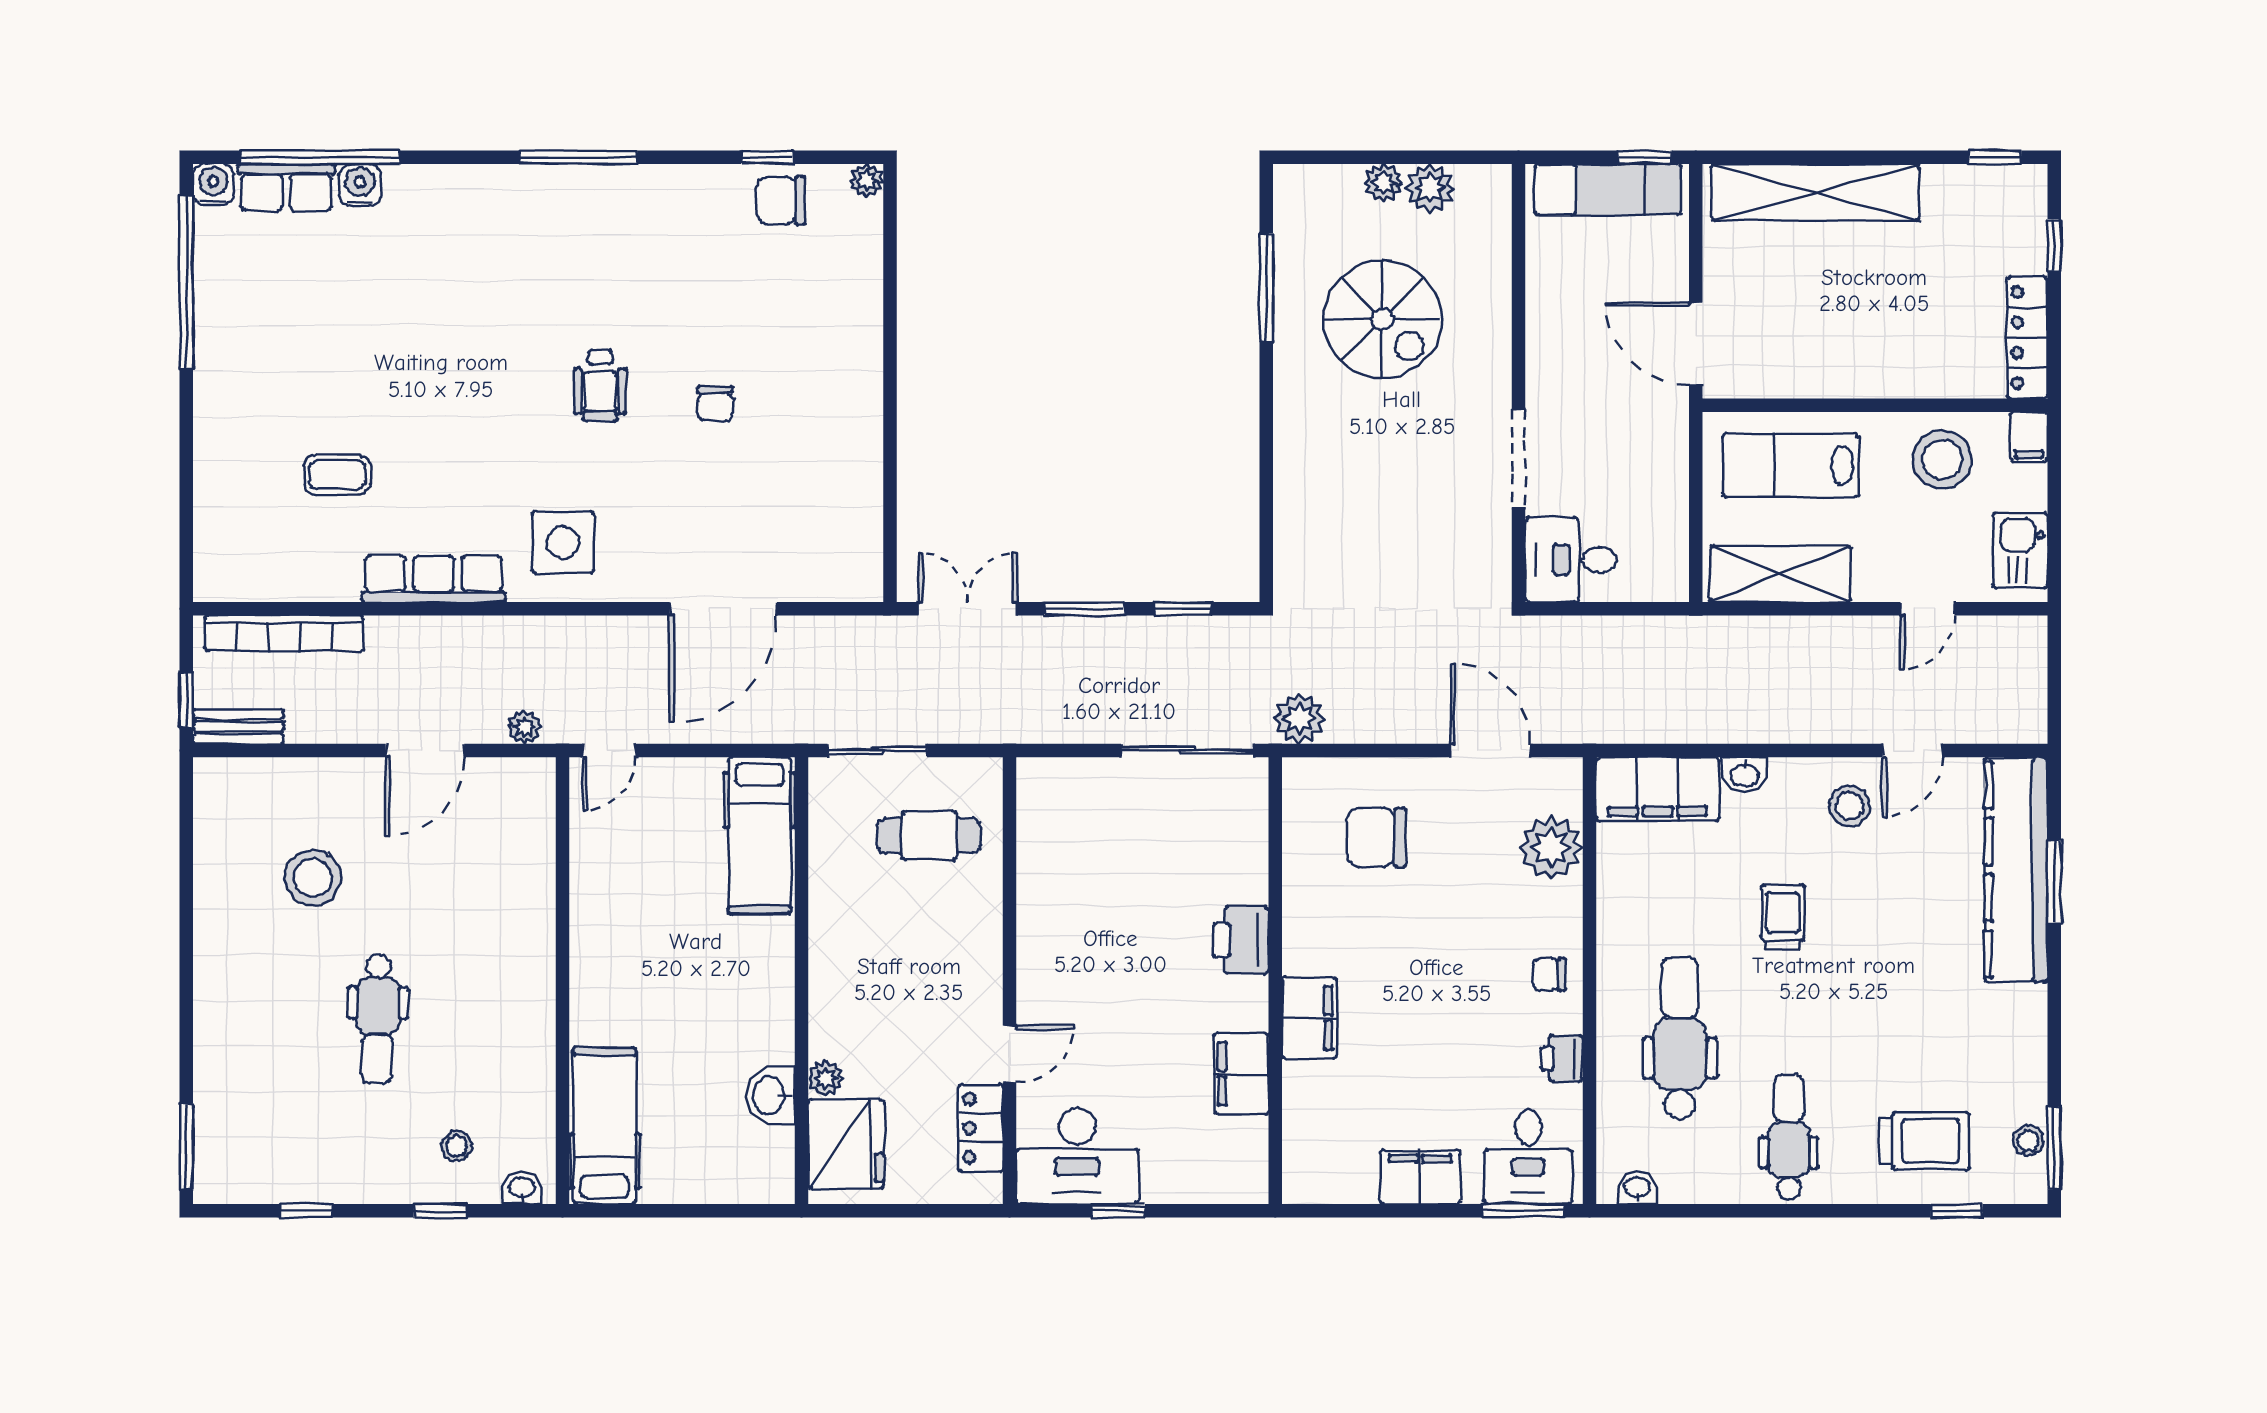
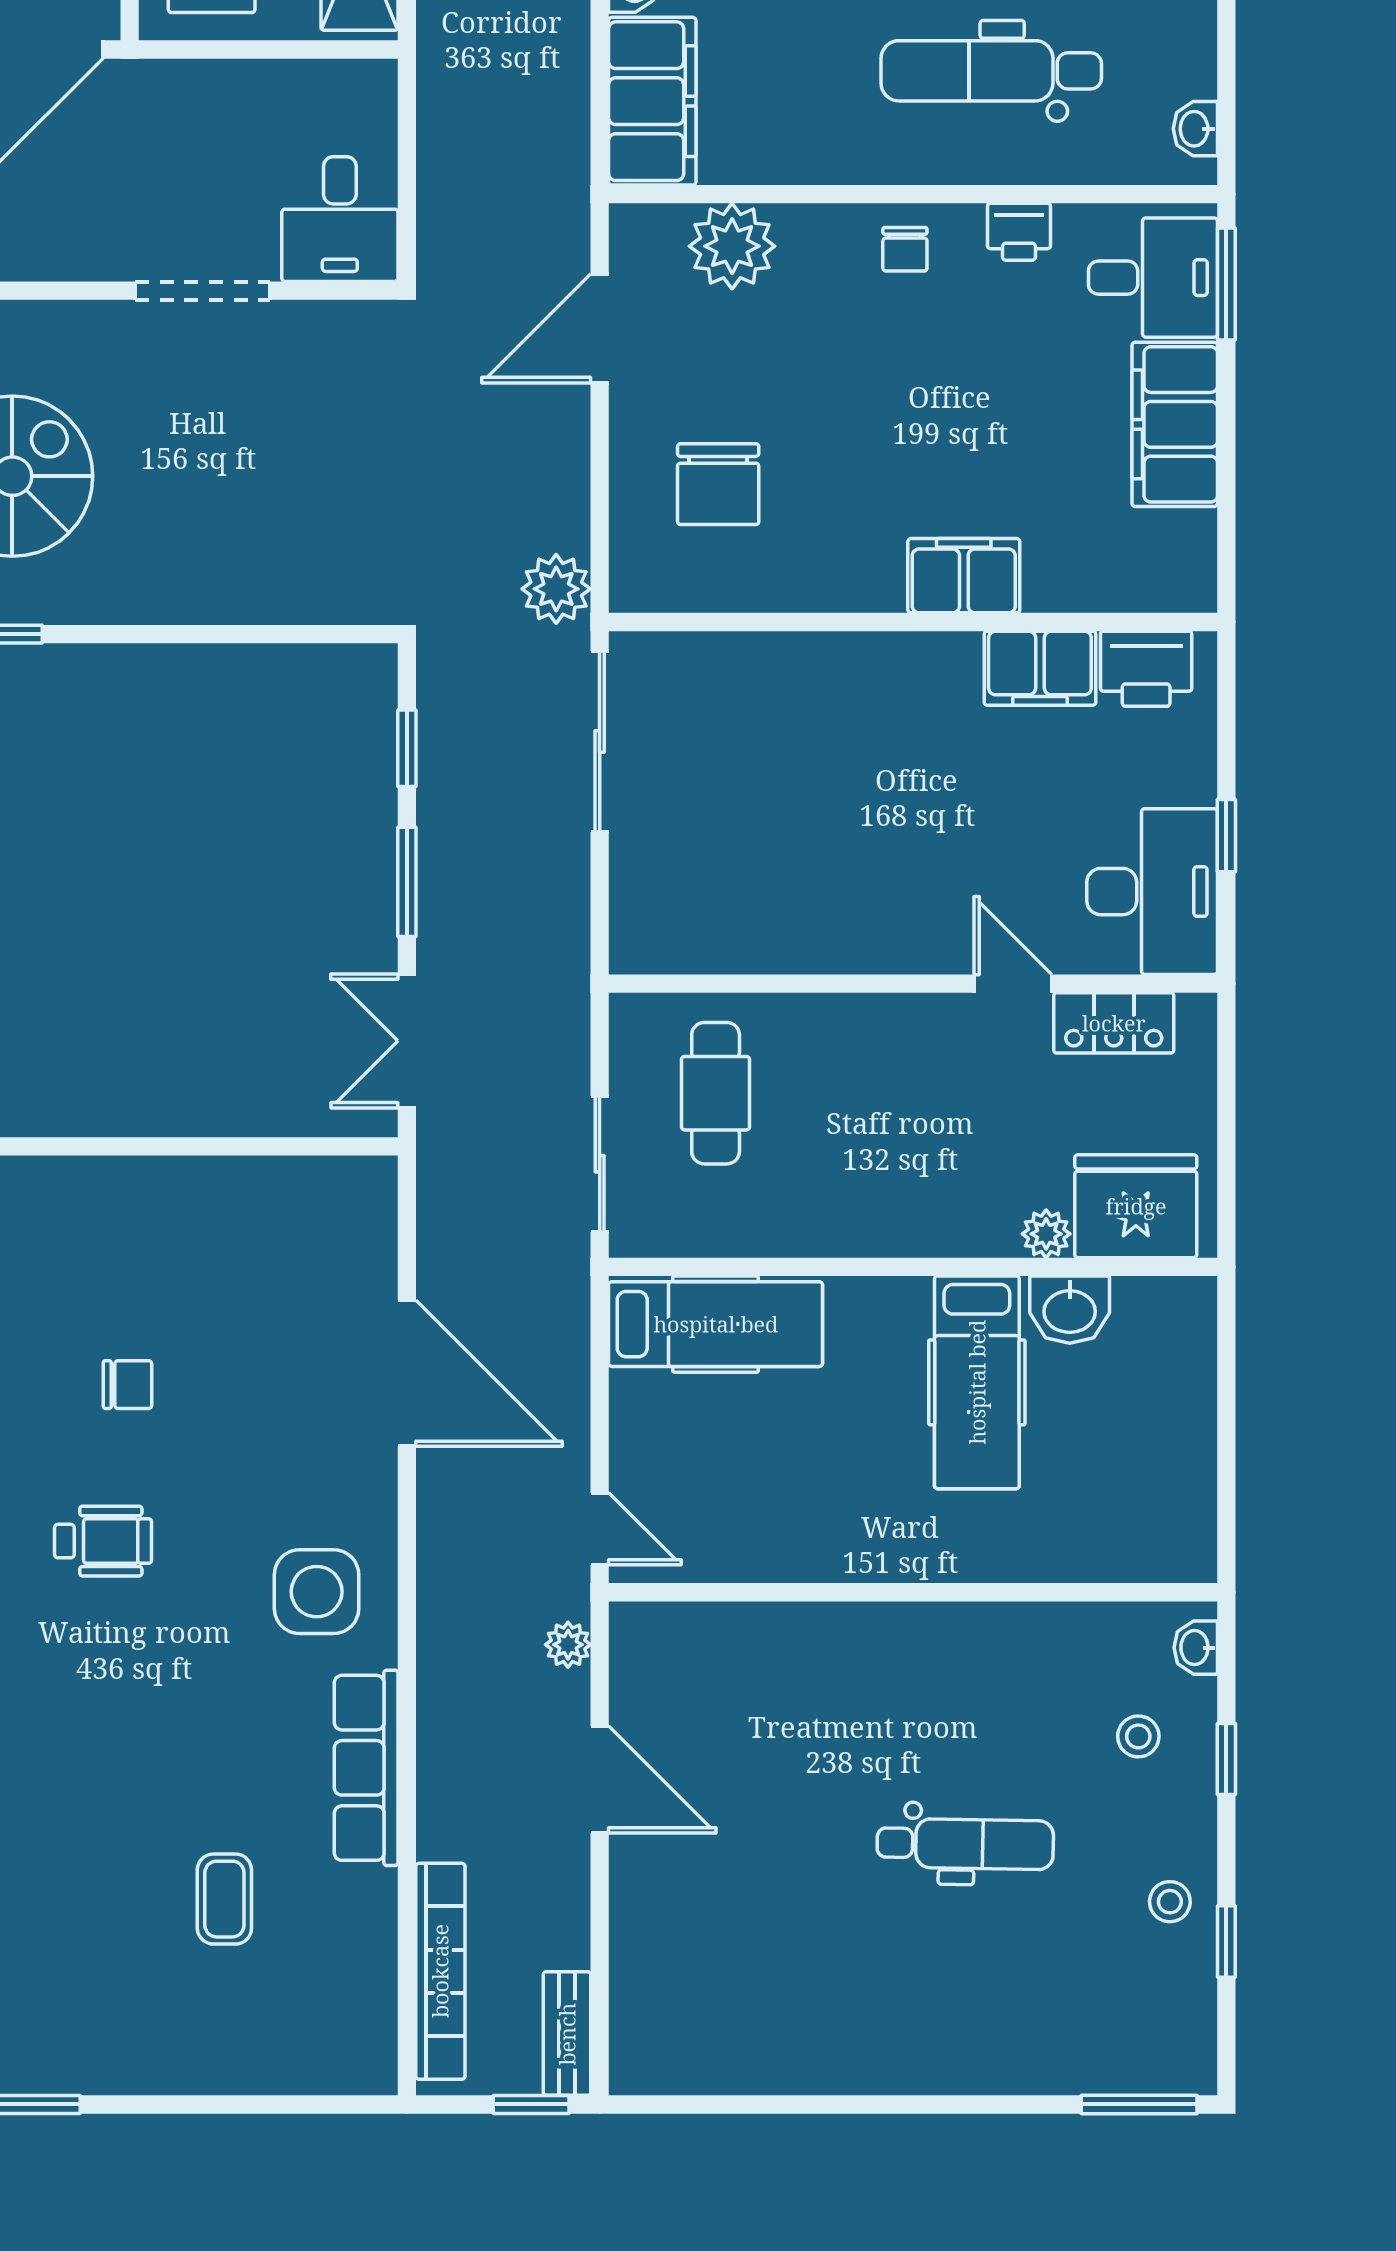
stool: (313, 878) -> (1170, 1902), moved, width x0.53, depth x0.53
printer: (1241, 940) -> (1146, 669), moved
hospital bed: (605, 1126) -> (977, 1382), moved, turned -90
filing cabinet: (1420, 1177) -> (1175, 424), width x1.50, depth x1.17

